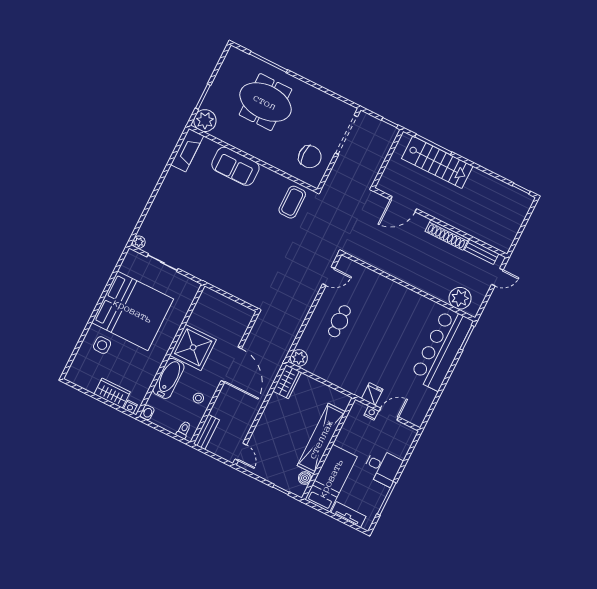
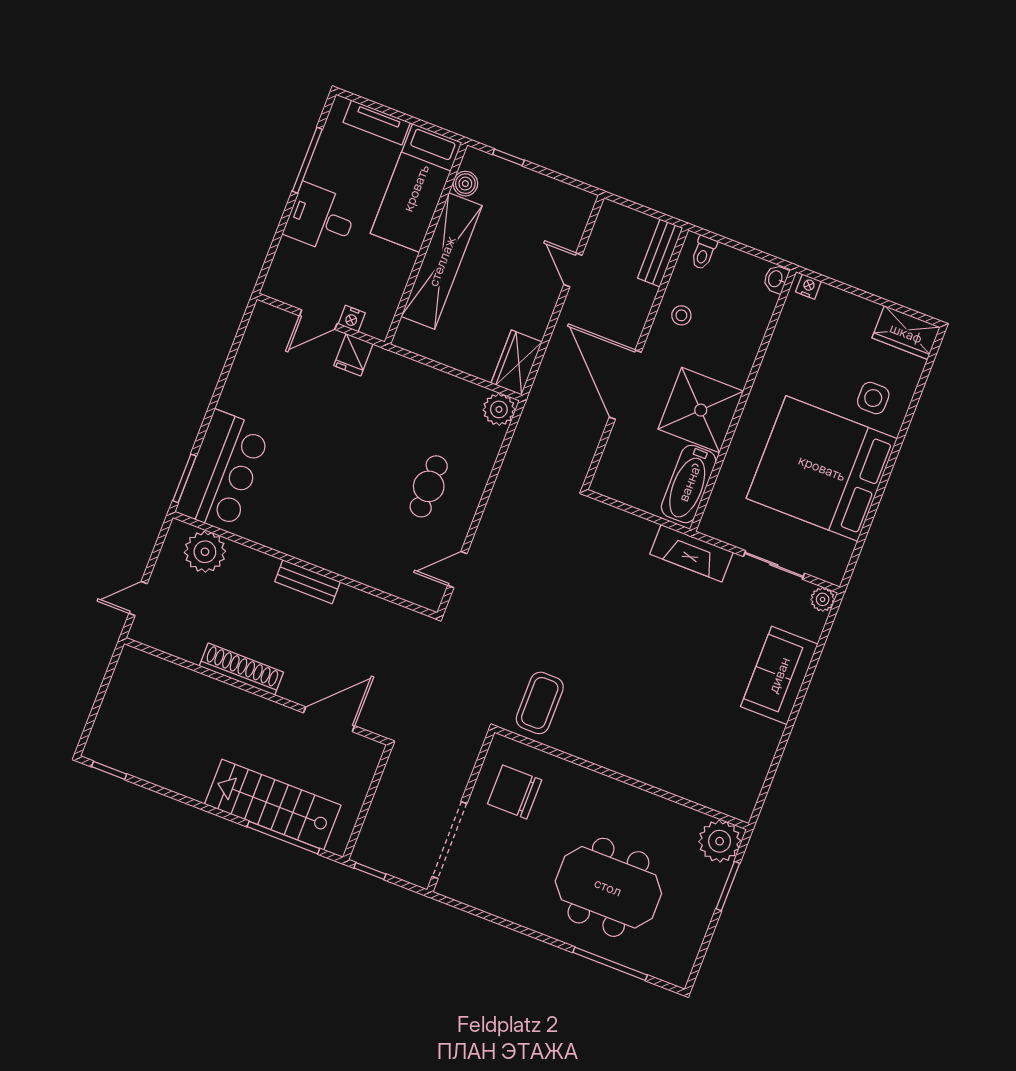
fireplace: (187, 150) -> (691, 553), moved, turned -90
sofa: (235, 166) -> (779, 675), moved, turned -90
bench: (482, 252) -> (307, 582), moved
bar counter: (442, 349) -> (223, 471), width x0.73
bathtub: (169, 378) -> (689, 484), moved
wardrobe: (112, 393) -> (906, 333), moved
door: (241, 452) -> (573, 270), moved

